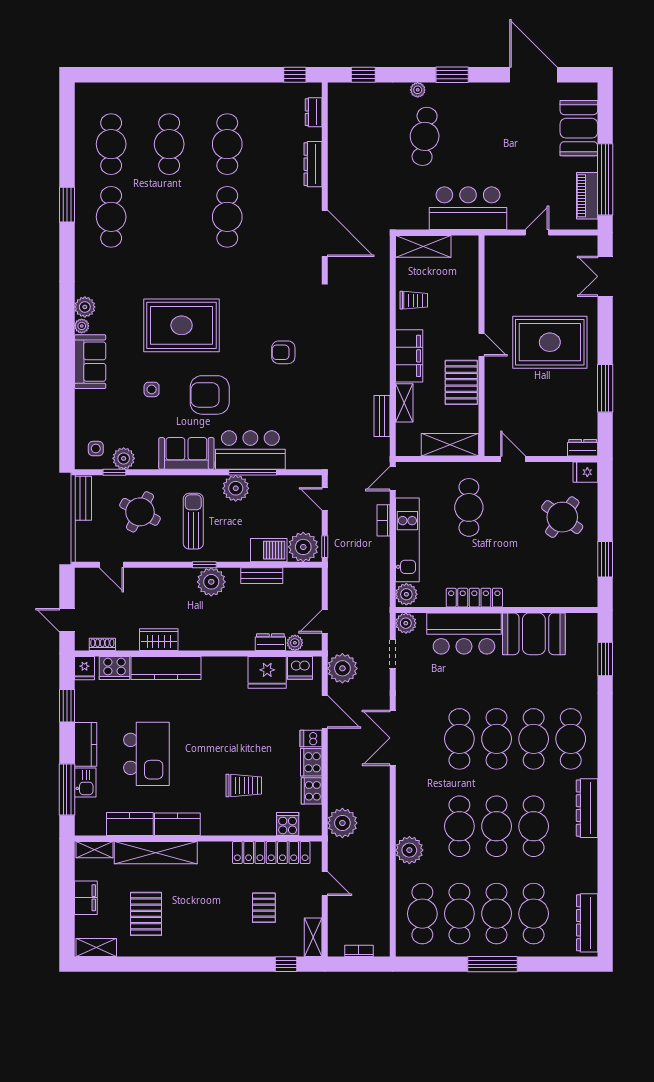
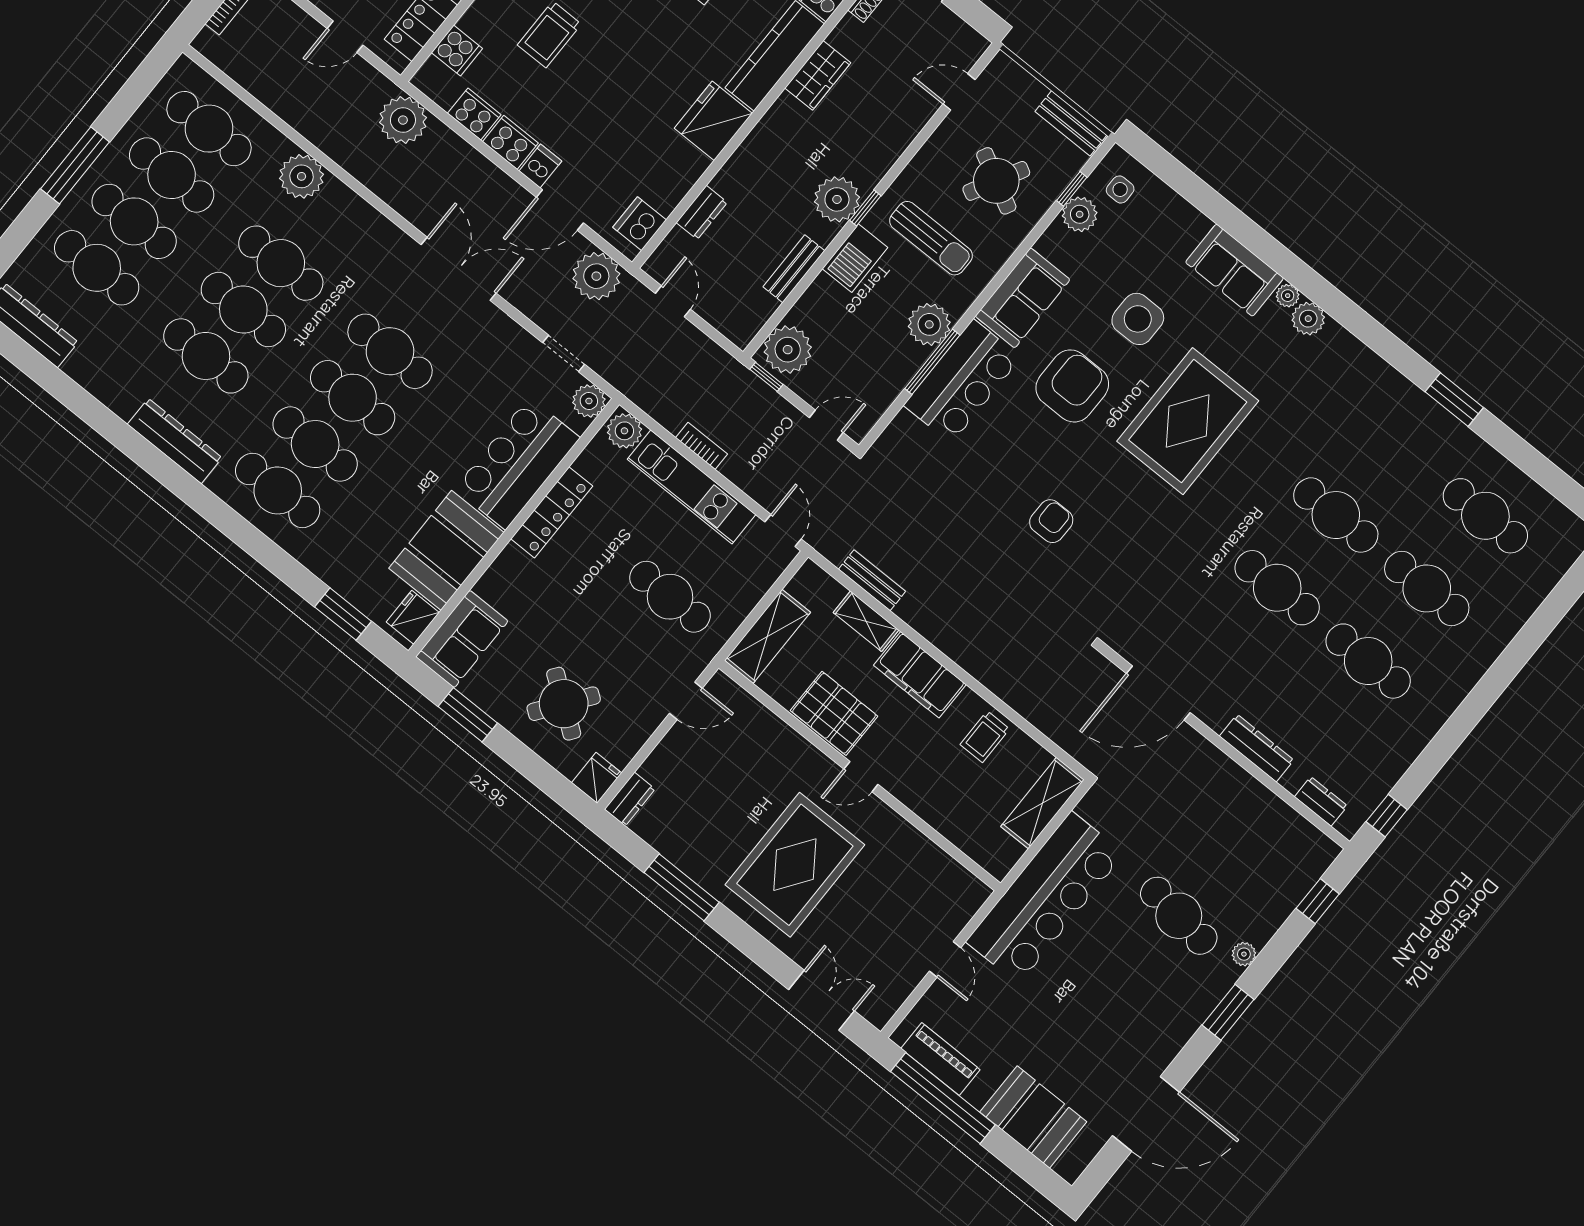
bar counter: (468, 208) -> (1045, 898), width x1.36
cafe table: (111, 217) -> (1336, 515), moved
side table: (152, 389) -> (1138, 319), width x1.87, depth x1.87
bookcase: (384, 520) -> (702, 446), moved
barbecue: (269, 550) -> (855, 258), moved
sofa: (571, 592) -> (462, 639), added
fridge: (579, 624) -> (413, 617), added
plant: (295, 643) -> (676, 242), removed
fridge: (267, 672) -> (713, 121), moved

